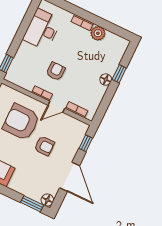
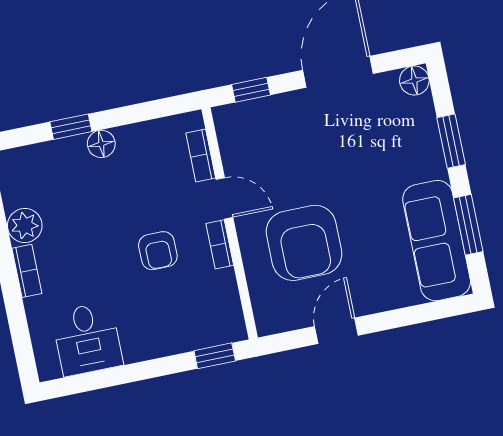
desk: (42, 30) -> (87, 339), width x0.73
armchair: (56, 71) -> (158, 251), turned -90
armchair: (44, 146) -> (316, 164), removed
window: (32, 204) -> (451, 141), moved

